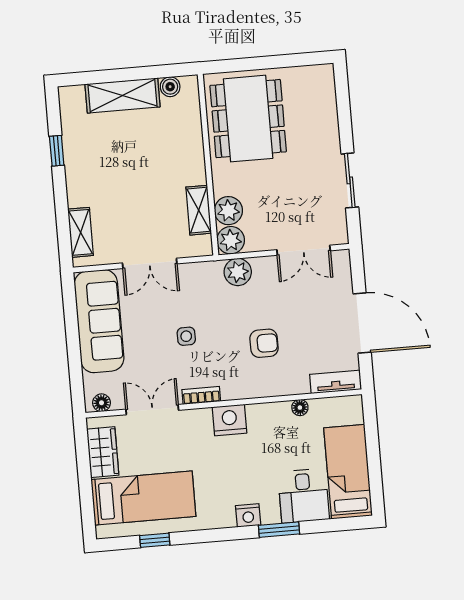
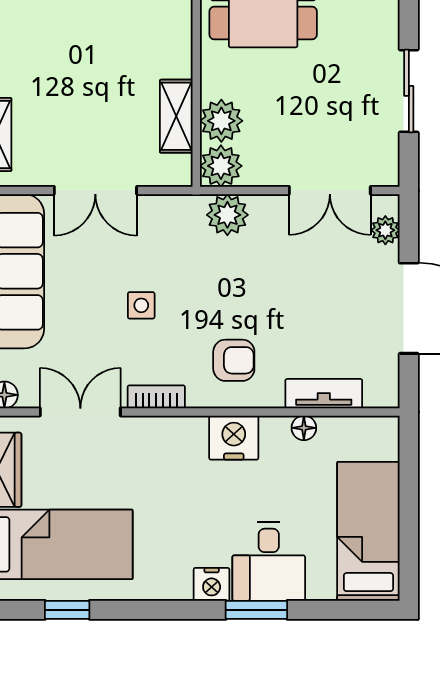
plant: (342, 273) -> (385, 230), added
armchair: (264, 343) -> (234, 360), moved
tv unit: (336, 382) -> (324, 394), moved
nightstand: (229, 420) -> (234, 438), moved
desk: (304, 496) -> (269, 562), moved

